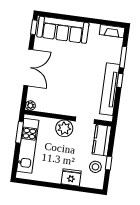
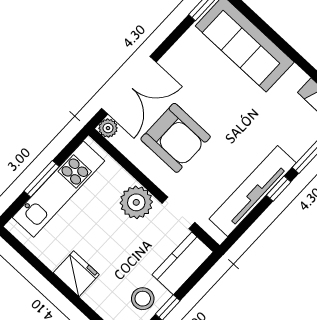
double door: (28, 67) -> (129, 85), moved
armchair: (62, 90) -> (176, 138), added
window: (19, 132) -> (42, 179), moved
fridge: (71, 177) -> (76, 274), moved

